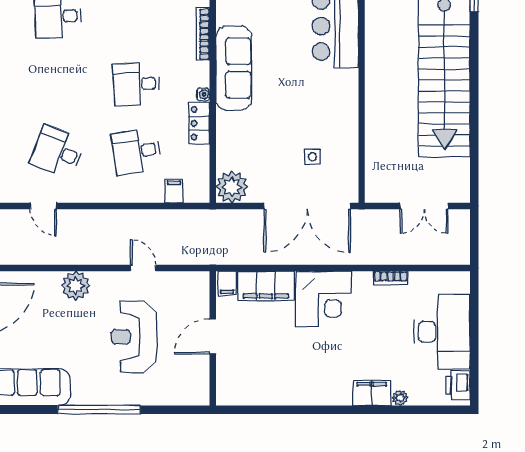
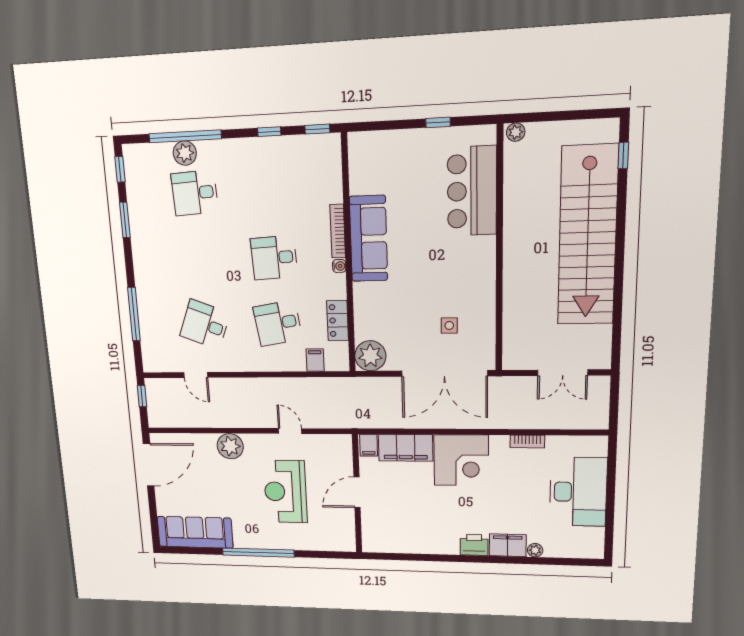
bookcase: (203, 34) -> (338, 231), moved
locker: (199, 123) -> (338, 320), moved
printer: (458, 385) -> (474, 545), moved, turned 90

